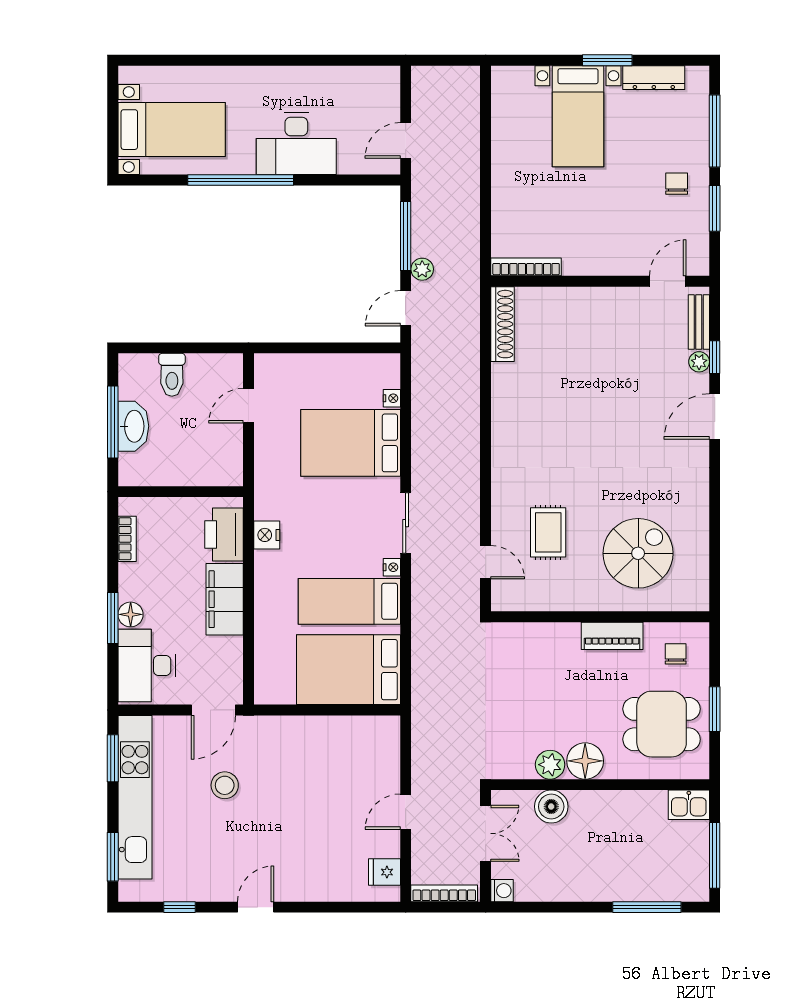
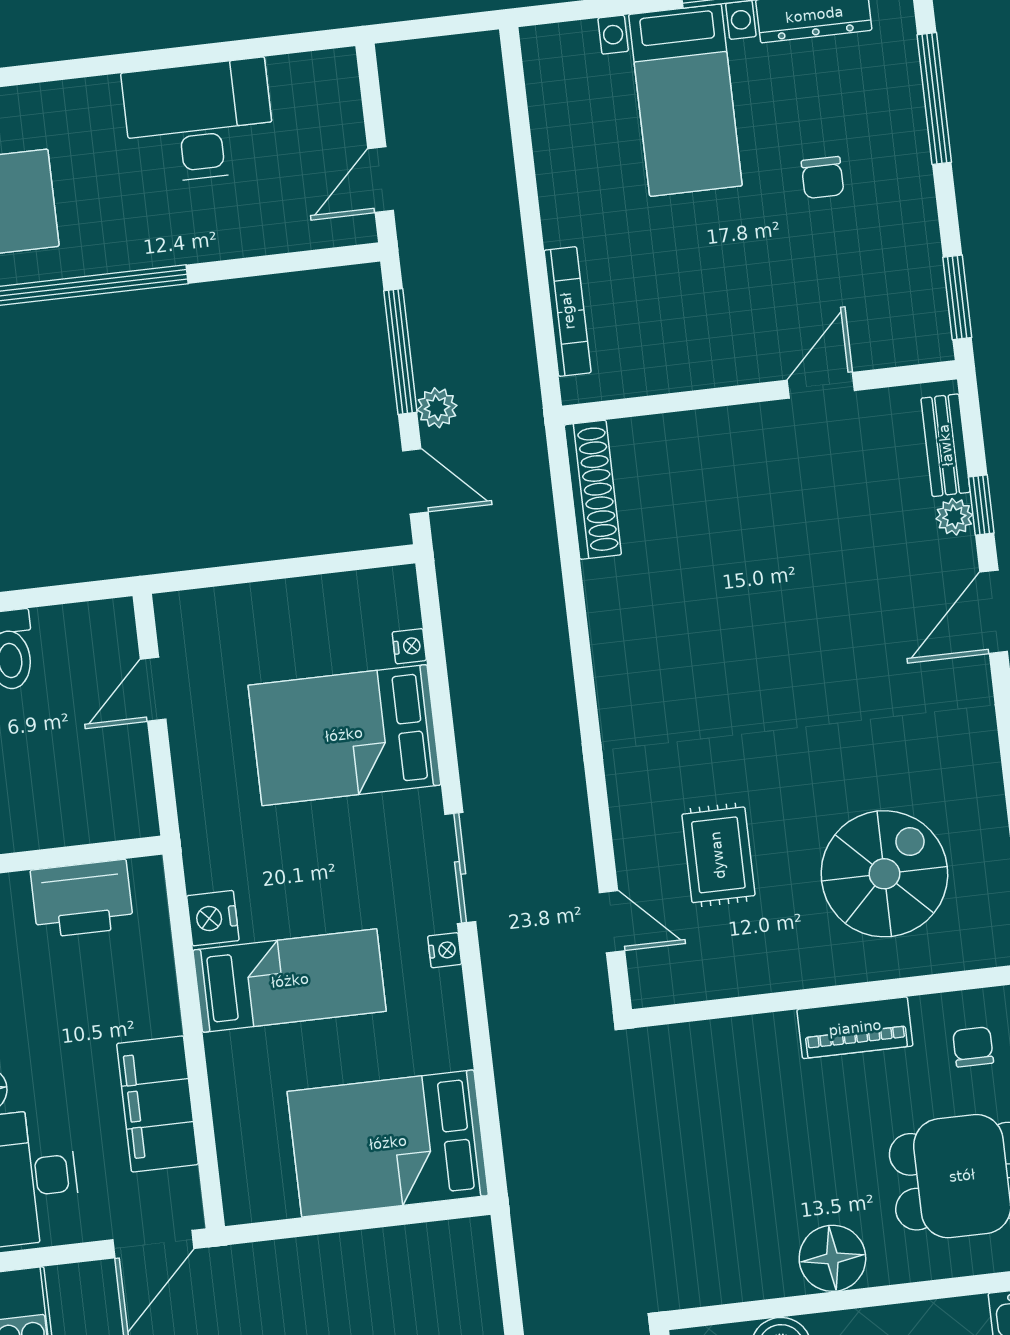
desk: (296, 143) -> (199, 121), moved, turned 180
chair: (677, 184) -> (823, 178), moved, turned 180
window: (715, 208) -> (957, 297), moved
bookcase: (526, 267) -> (568, 311), moved, turned 90
door: (668, 281) -> (821, 385), moved
door: (406, 308) -> (415, 481), swing flipped
printer: (224, 535) -> (82, 899), moved, turned -90
filing cabinet: (225, 599) -> (158, 1104), moved
bed: (349, 601) -> (290, 981), moved, turned 180
plant: (550, 765) -> (770, 1272), removed

